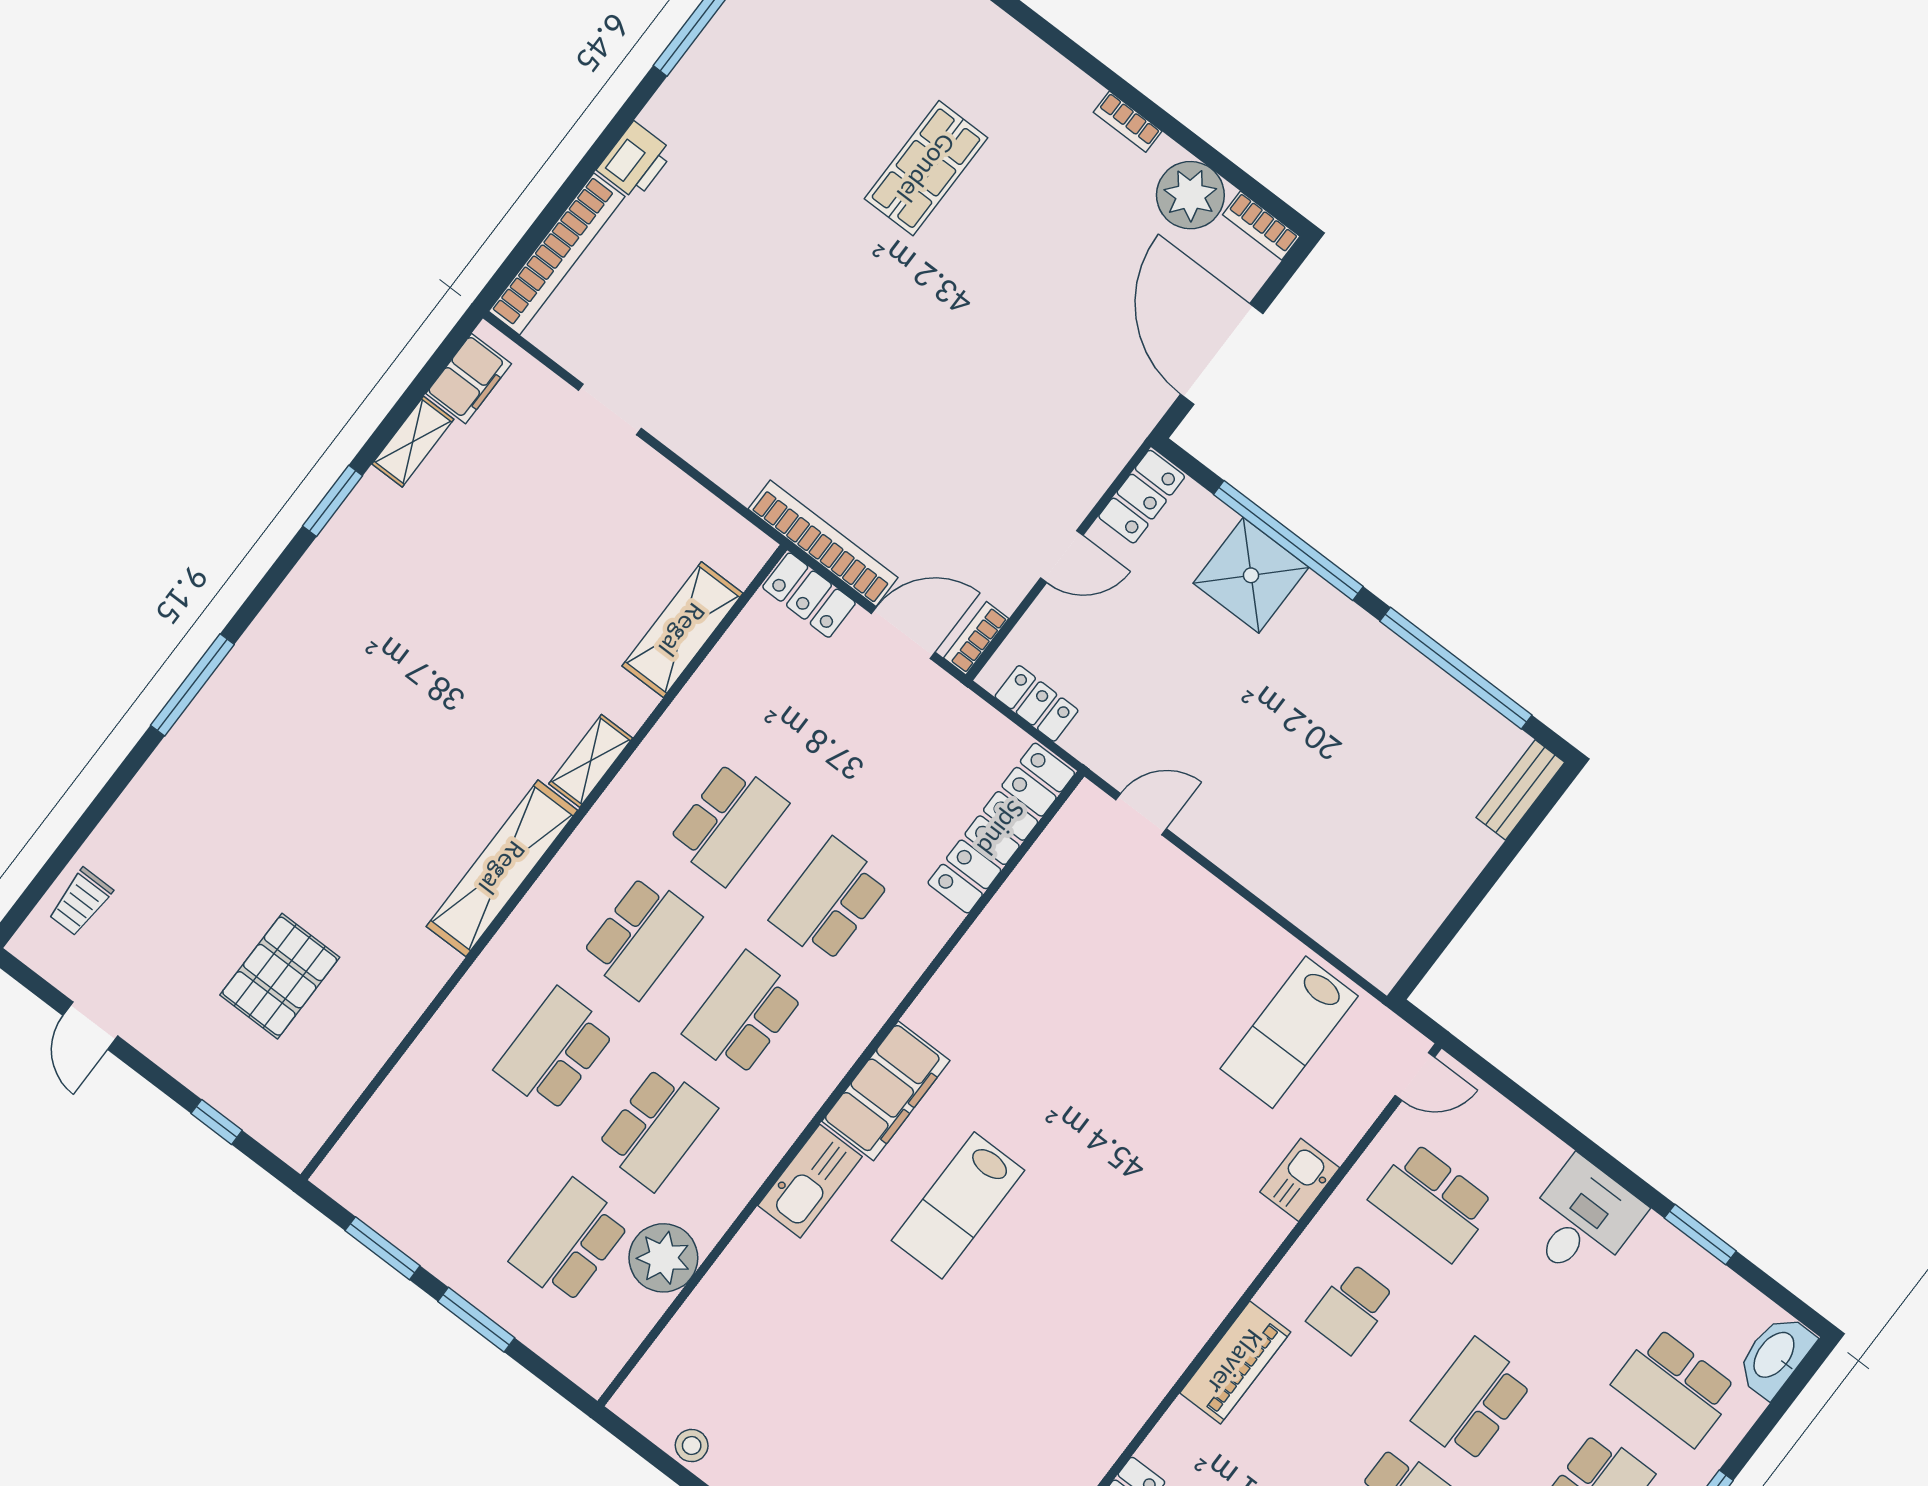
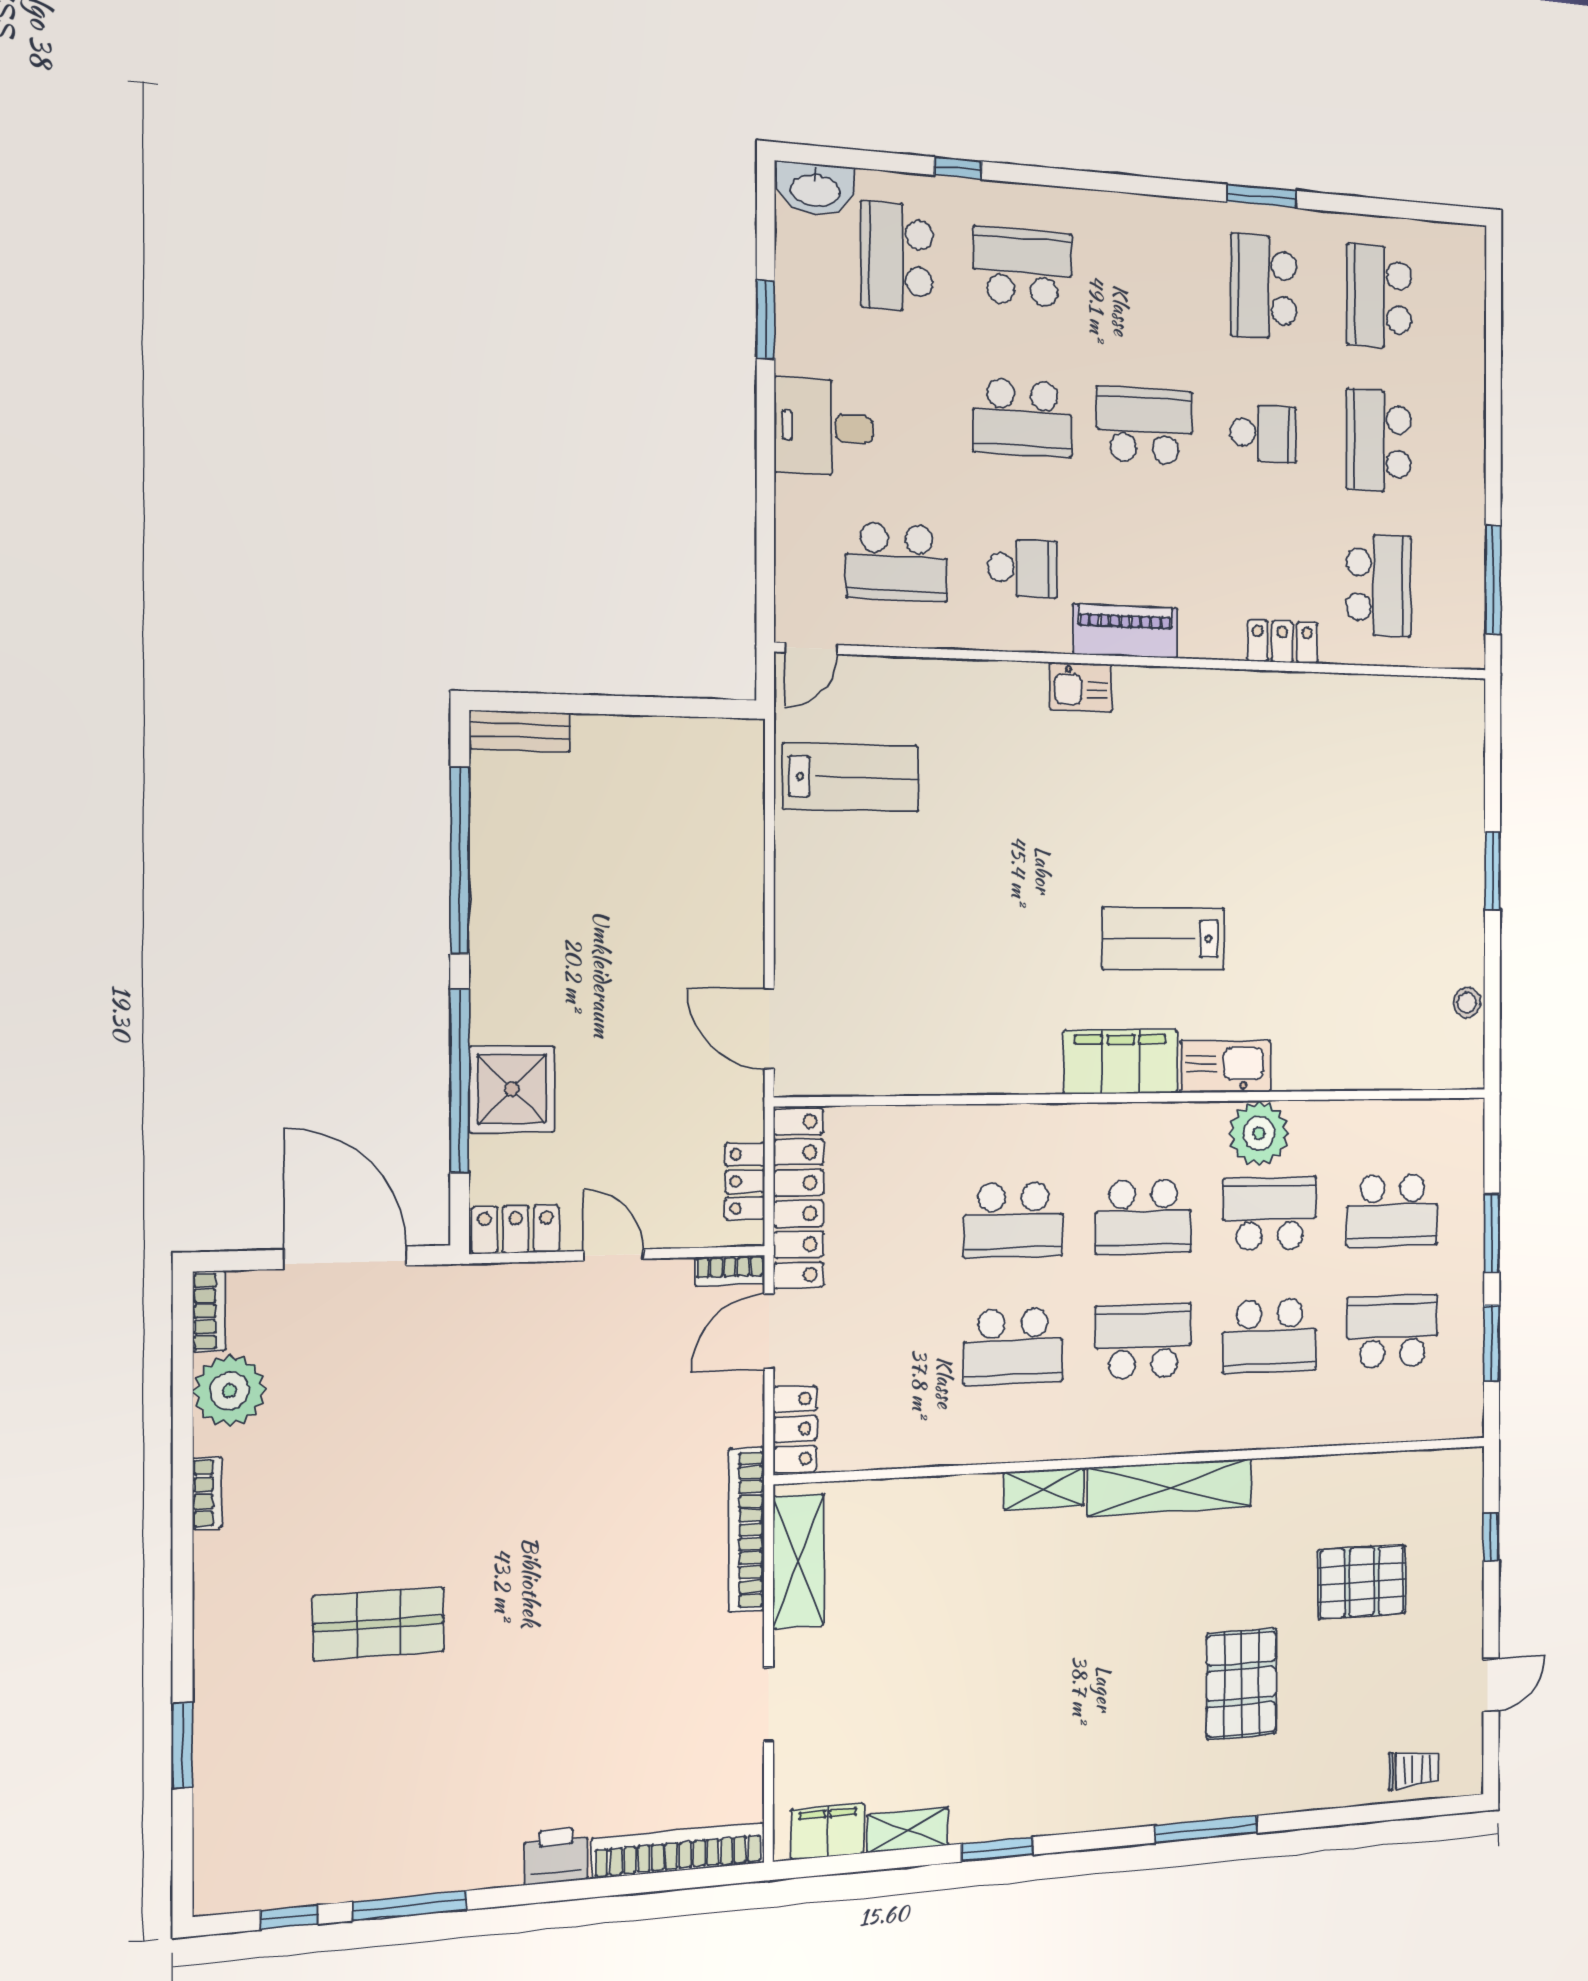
door: (1222, 354) -> (345, 1258), swing flipped
bookcase: (823, 543) -> (746, 1530), moved
shelving: (682, 630) -> (798, 1561), moved, turned 90
door: (903, 633) -> (769, 1332), hinge flipped
pallet: (286, 806) -> (1241, 1684), added
door: (1141, 814) -> (769, 1029), width x1.38
school desk: (728, 823) -> (1013, 1346), turned 180
locker: (1001, 828) -> (798, 1198), moved, turned -90
door: (1415, 1077) -> (811, 648), swing flipped
school desk: (468, 1164) -> (1392, 1331), added
kitchen sink: (1300, 1180) -> (1081, 687), moved
school desk: (1432, 1202) -> (897, 562), turned 90
lab bench: (958, 1205) -> (1163, 939), turned 180
plant: (663, 1258) -> (1259, 1133), moved
school desk: (1675, 1387) -> (897, 257), turned 180

